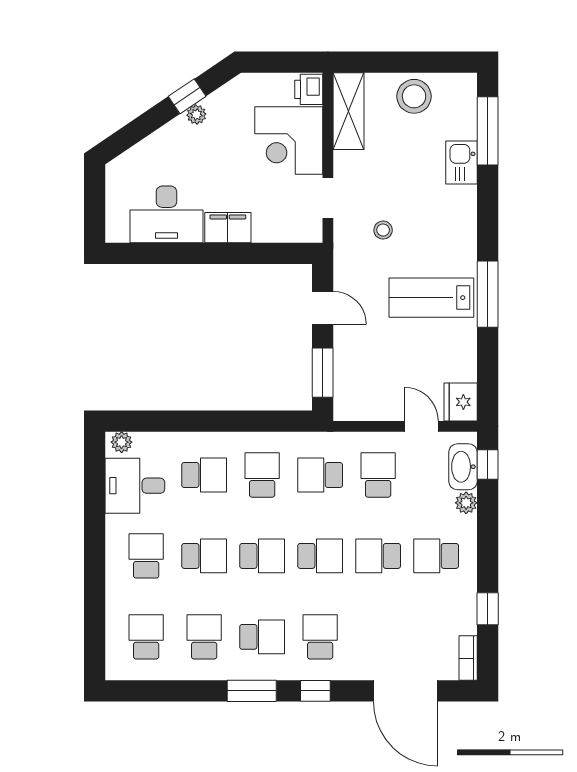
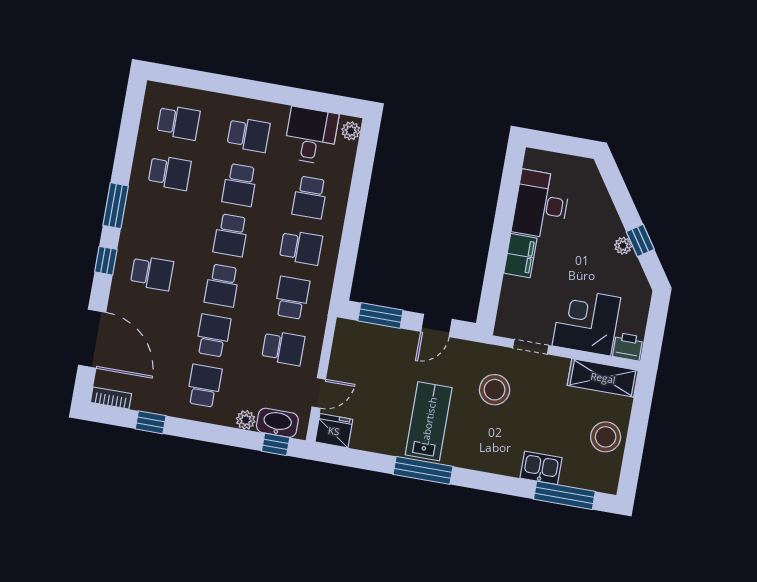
stool: (383, 230) -> (495, 390), width x1.89, depth x1.89
school desk: (262, 637) -> (161, 223), removed
door: (406, 691) -> (92, 339), swing flipped

